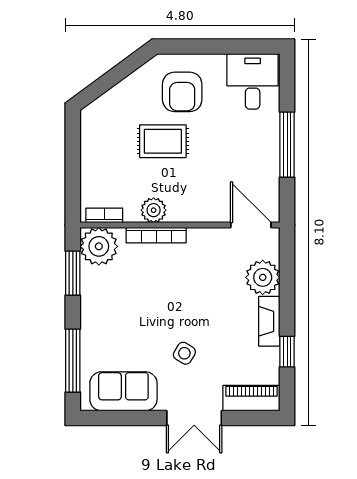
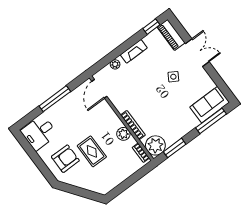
plant: (263, 277) -> (115, 64), width x0.53, depth x0.53
window: (287, 352) -> (151, 27), moved
sofa: (123, 391) -> (210, 105), moved, turned 90

